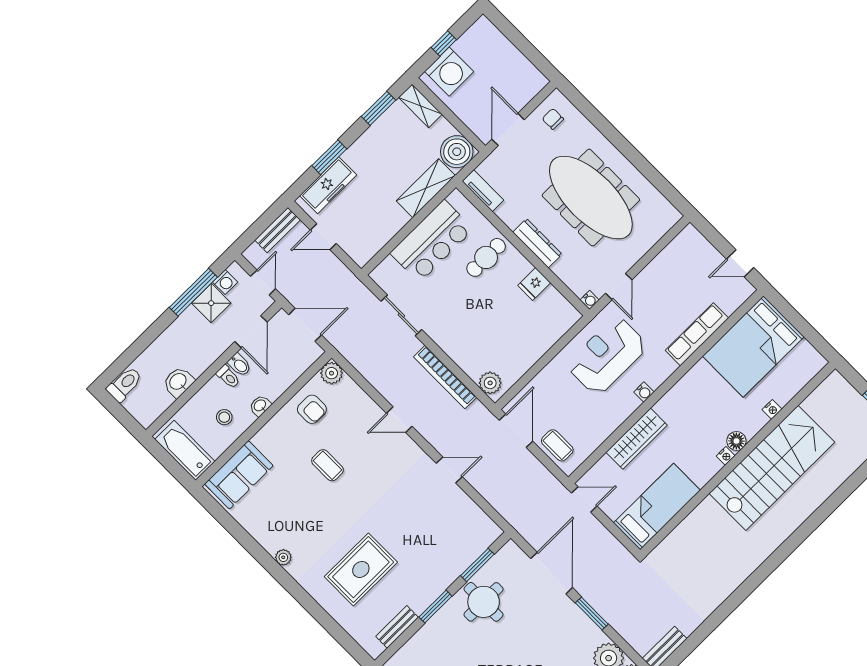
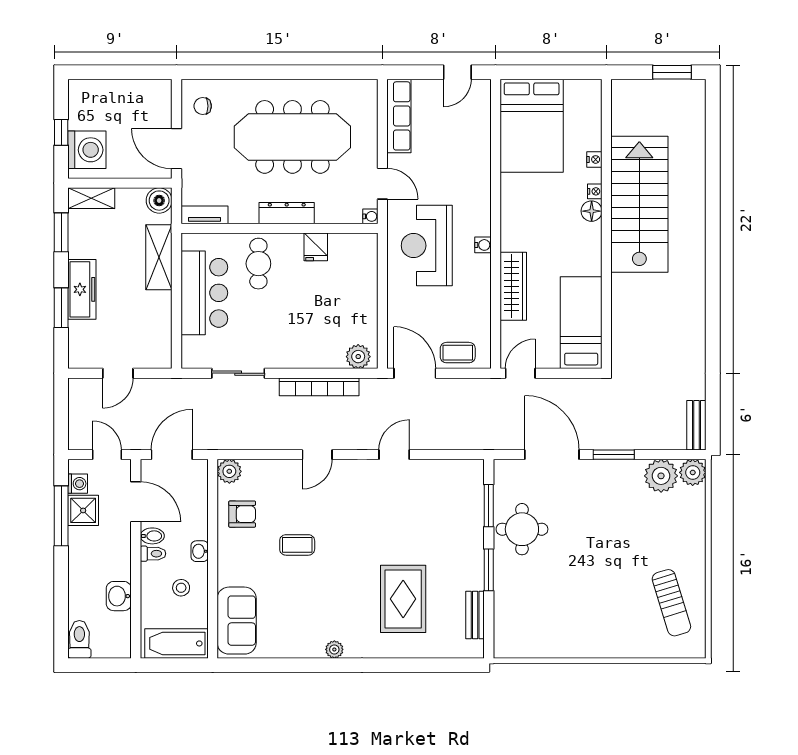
boiler: (457, 152) -> (159, 201), width x0.73, depth x0.73
freezer: (328, 185) -> (82, 289), moved
bench: (278, 230) -> (78, 403), removed
row of seats: (697, 334) -> (399, 116), moved, turned 180
nightstand: (726, 456) -> (595, 191), moved

